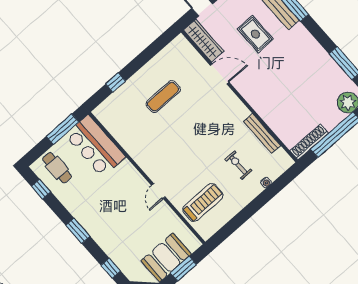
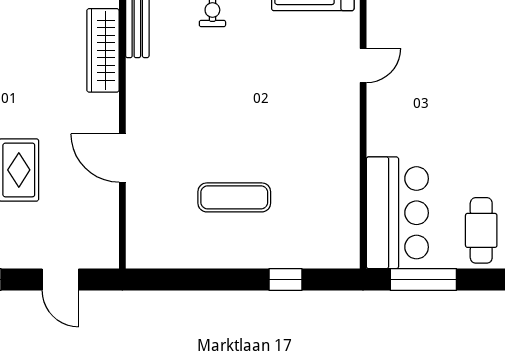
wardrobe: (204, 41) -> (103, 50), moved

